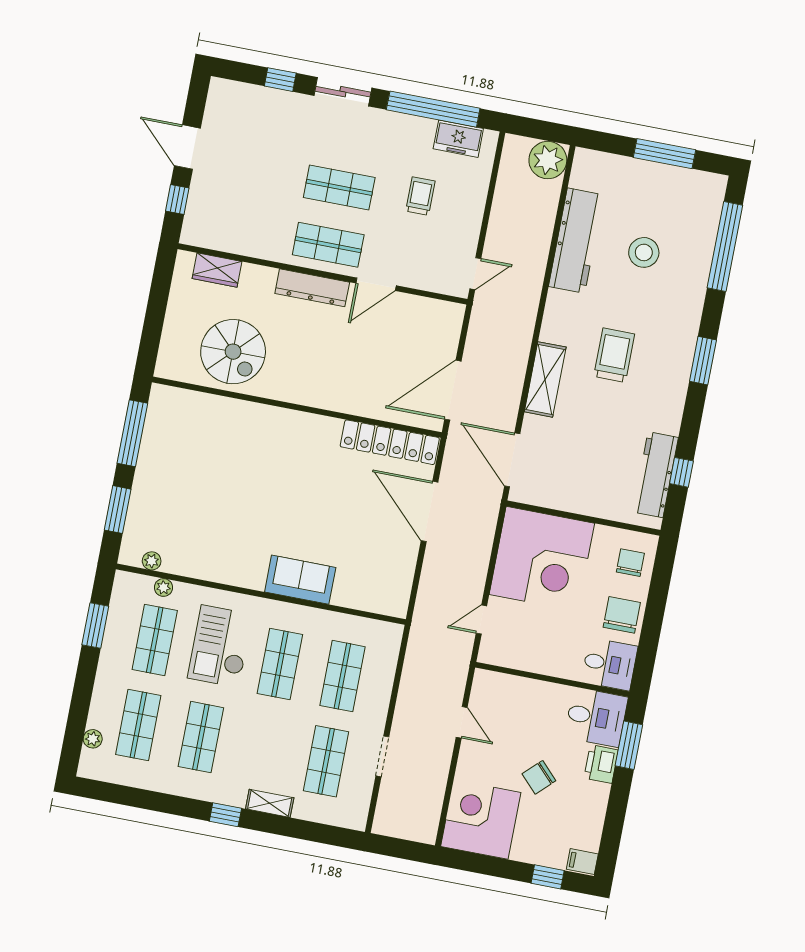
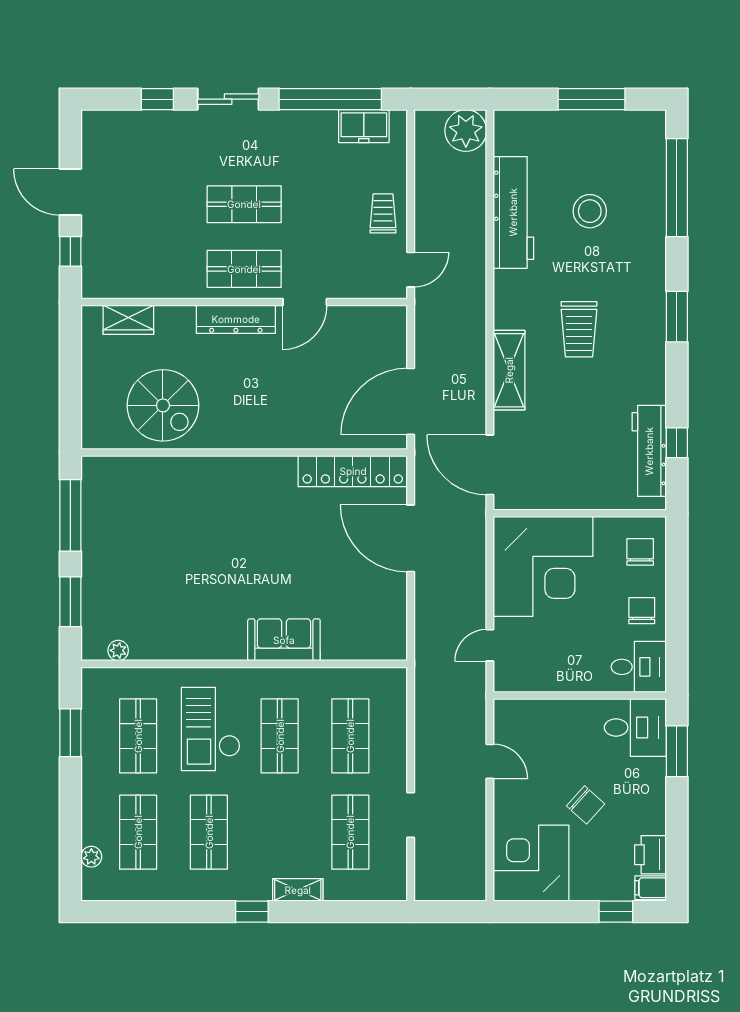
trolley: (420, 196) -> (383, 213), moved
trolley: (614, 355) -> (579, 329), turned 180
plant: (163, 587) -> (137, 677), removed
chair: (622, 615) -> (642, 611), width x0.73, depth x0.73
printer: (601, 764) -> (651, 855), moved
chair: (539, 777) -> (586, 805), turned -94

